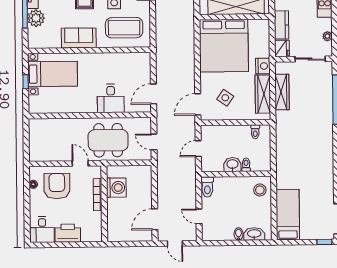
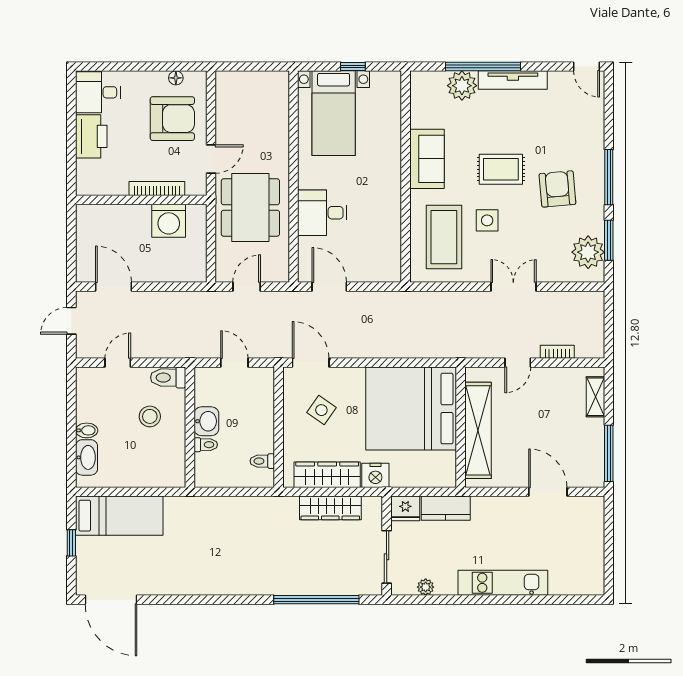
bed with nightstands: (53, 74) -> (334, 113), moved
stool: (260, 190) -> (150, 416), moved
window: (324, 242) -> (71, 543), moved

